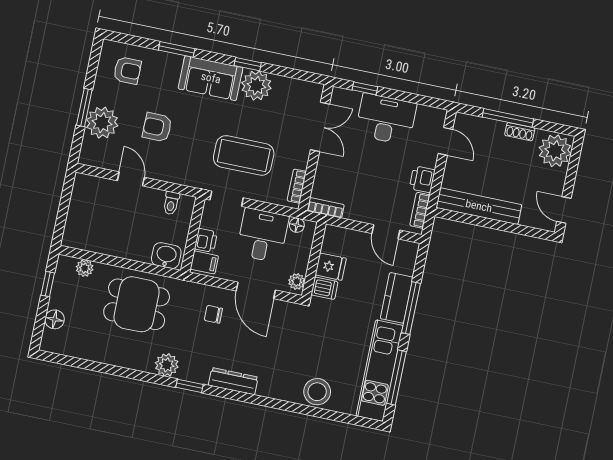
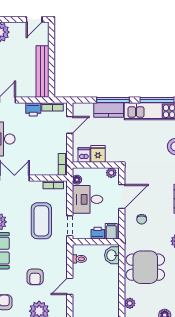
dishwasher: (325, 288) -> (84, 155), moved
dining table: (137, 304) -> (145, 267), turned 90

